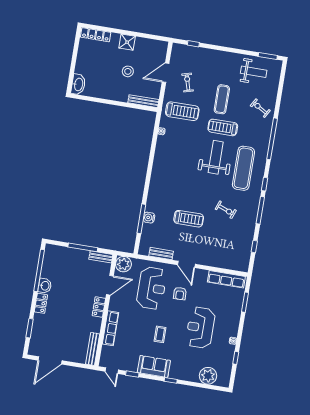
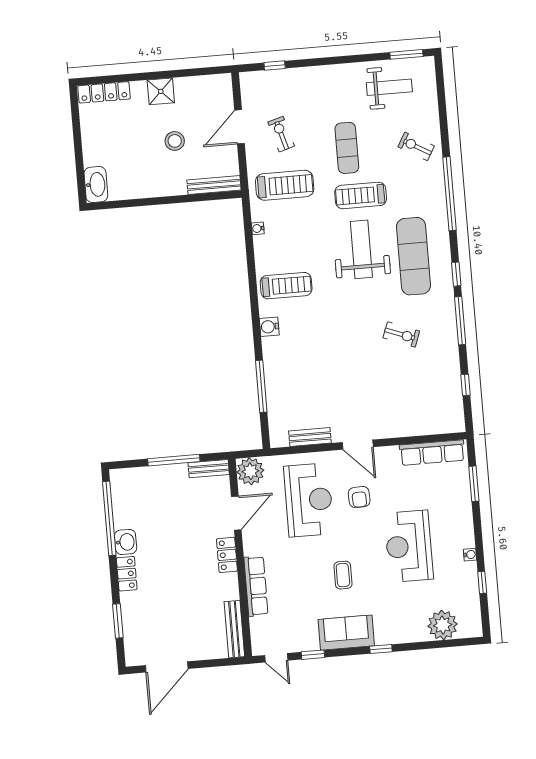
water cooler: (149, 218) -> (269, 327), moved
treadmill: (189, 219) -> (286, 286), moved

